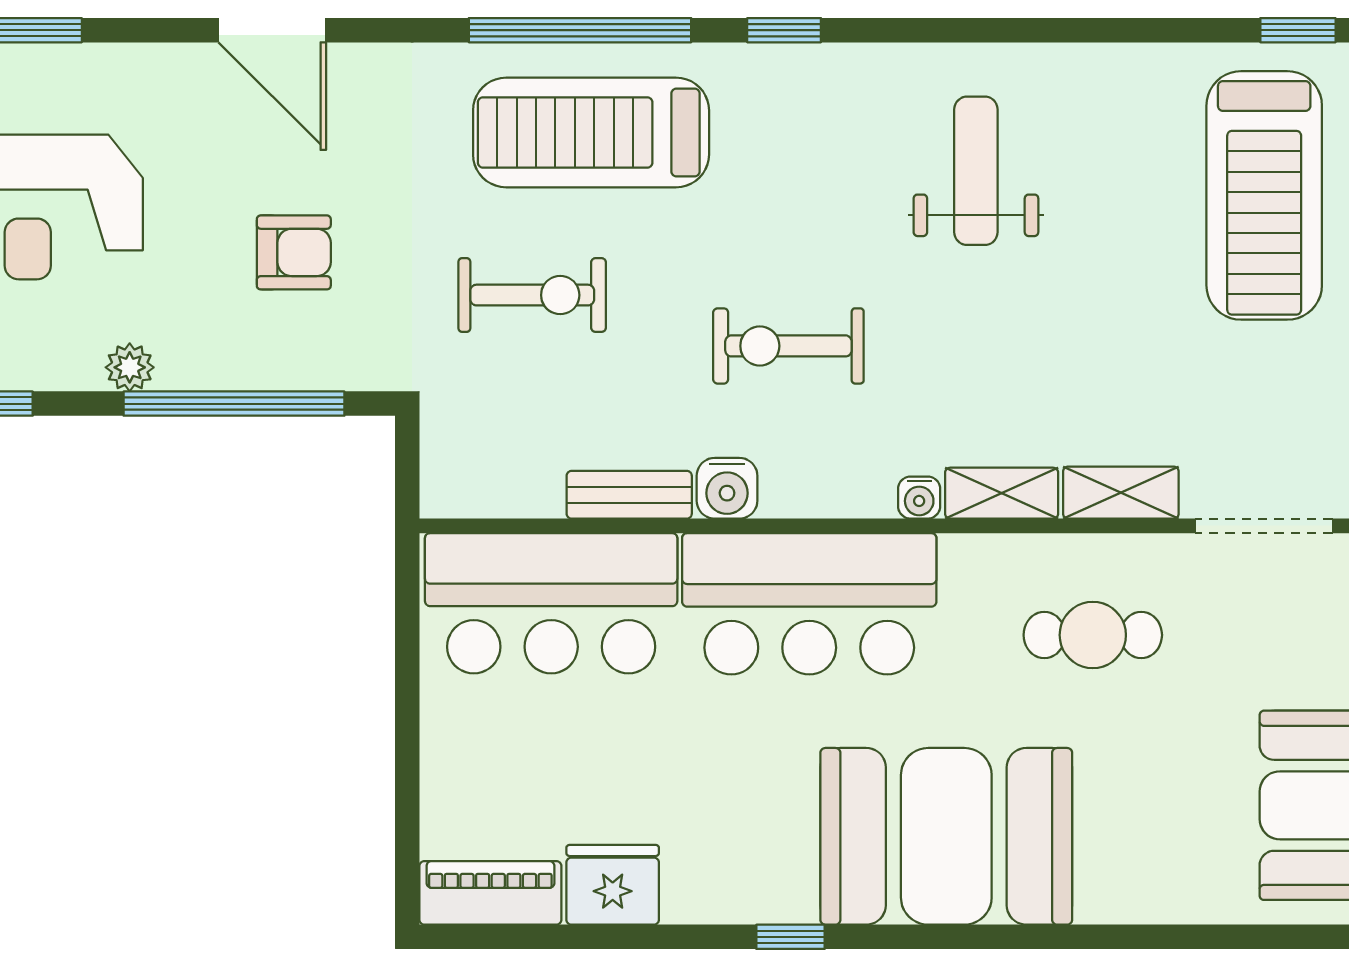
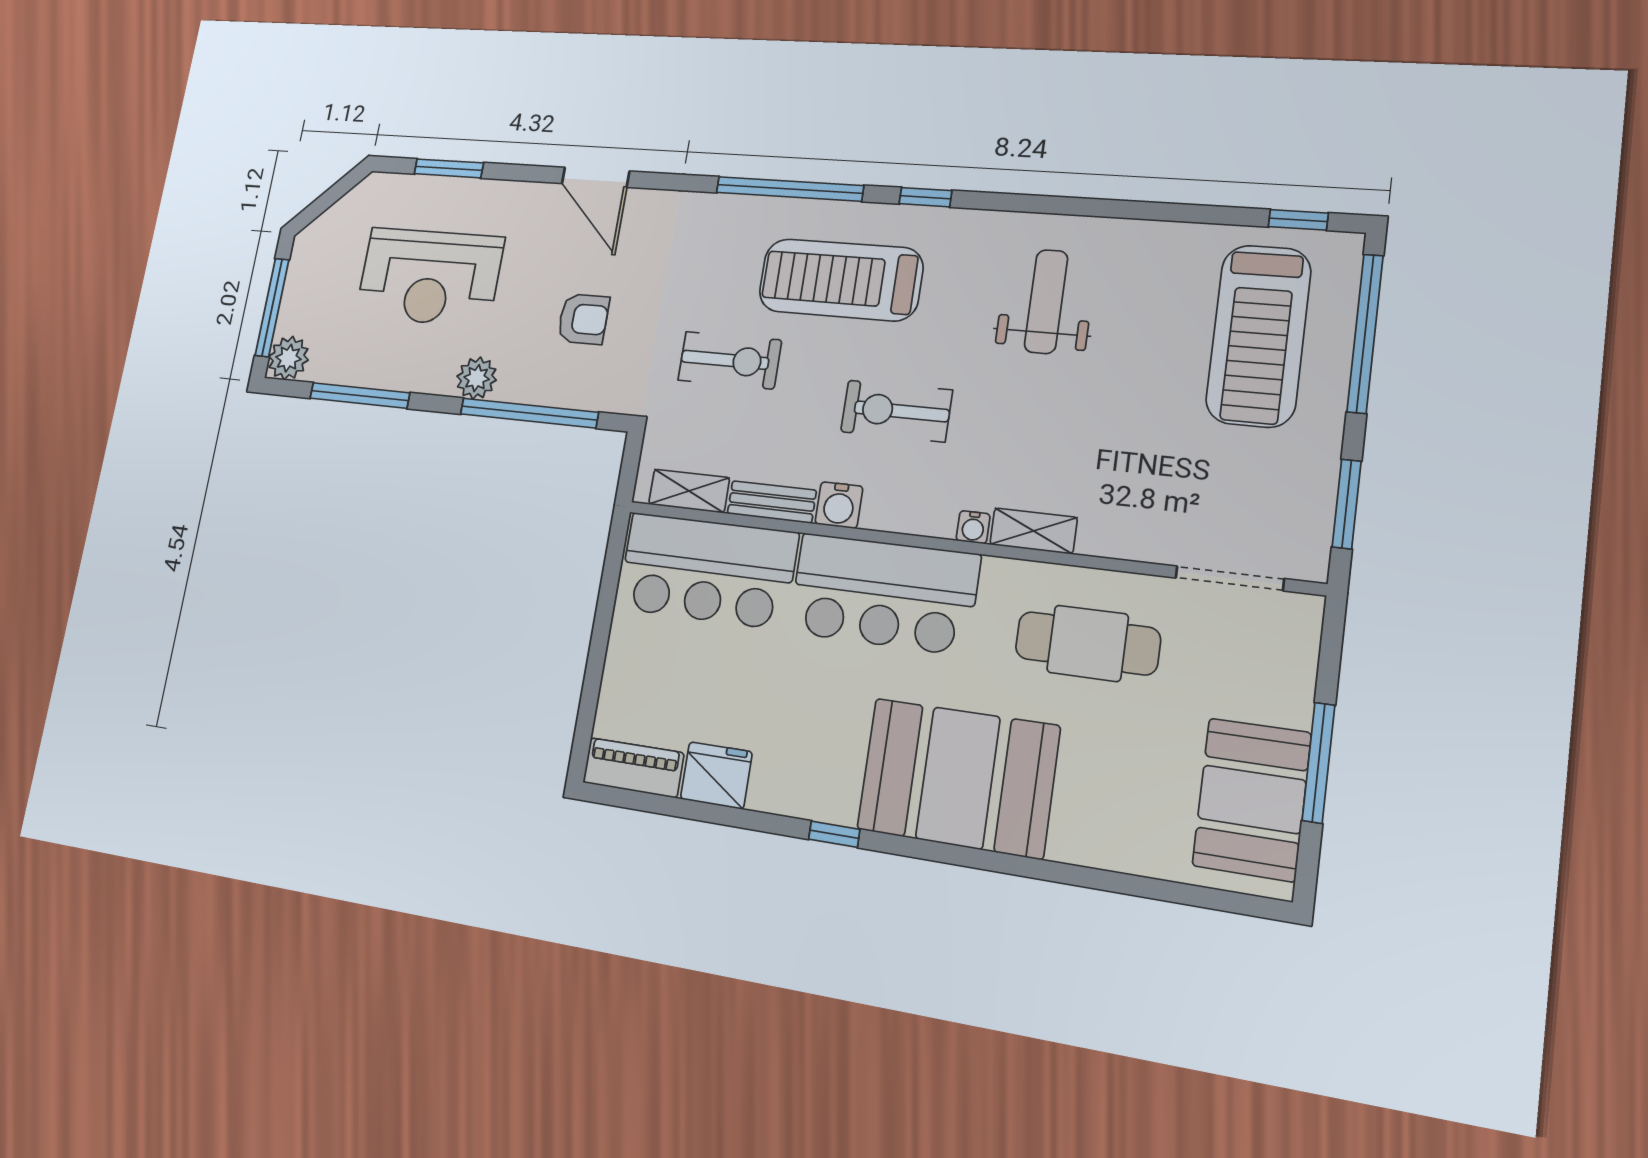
treadmill: (591, 132) -> (841, 280), moved
plant: (130, 367) -> (477, 378), width x1.38, depth x1.38
shelving: (1121, 493) -> (689, 491), moved
cafe table: (1093, 635) -> (1088, 643), width x1.37, depth x1.35

